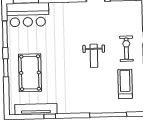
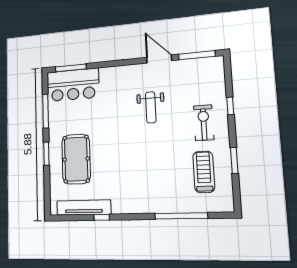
weight bench: (94, 56) -> (151, 107), moved

